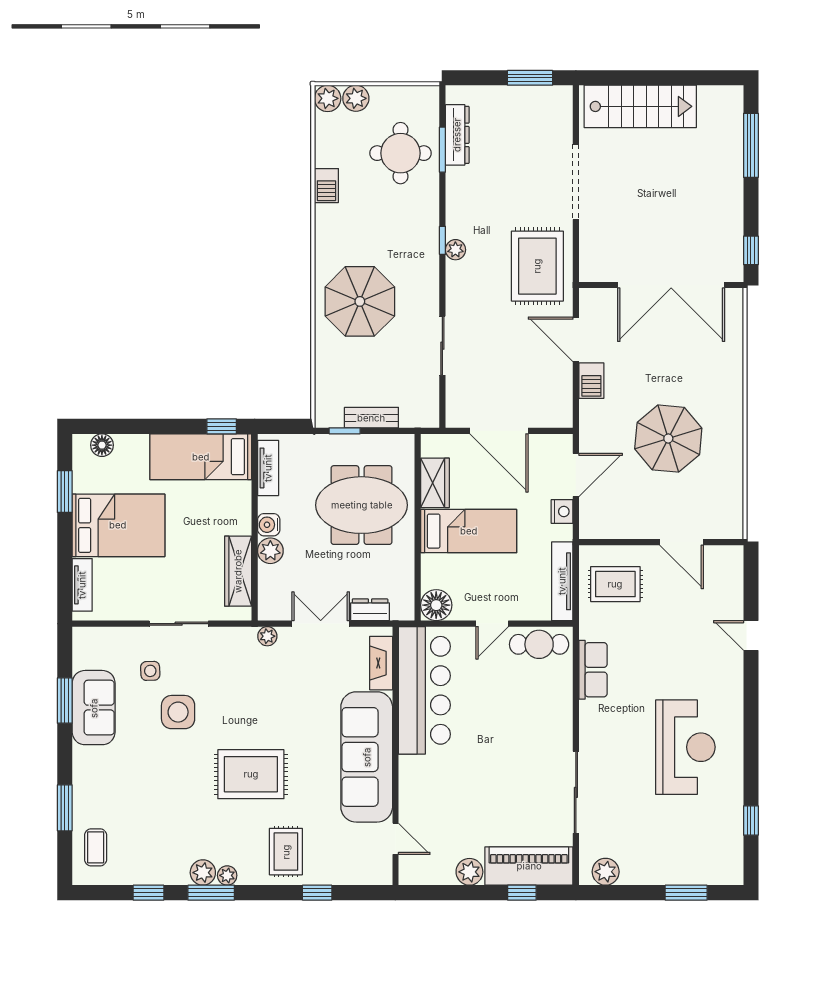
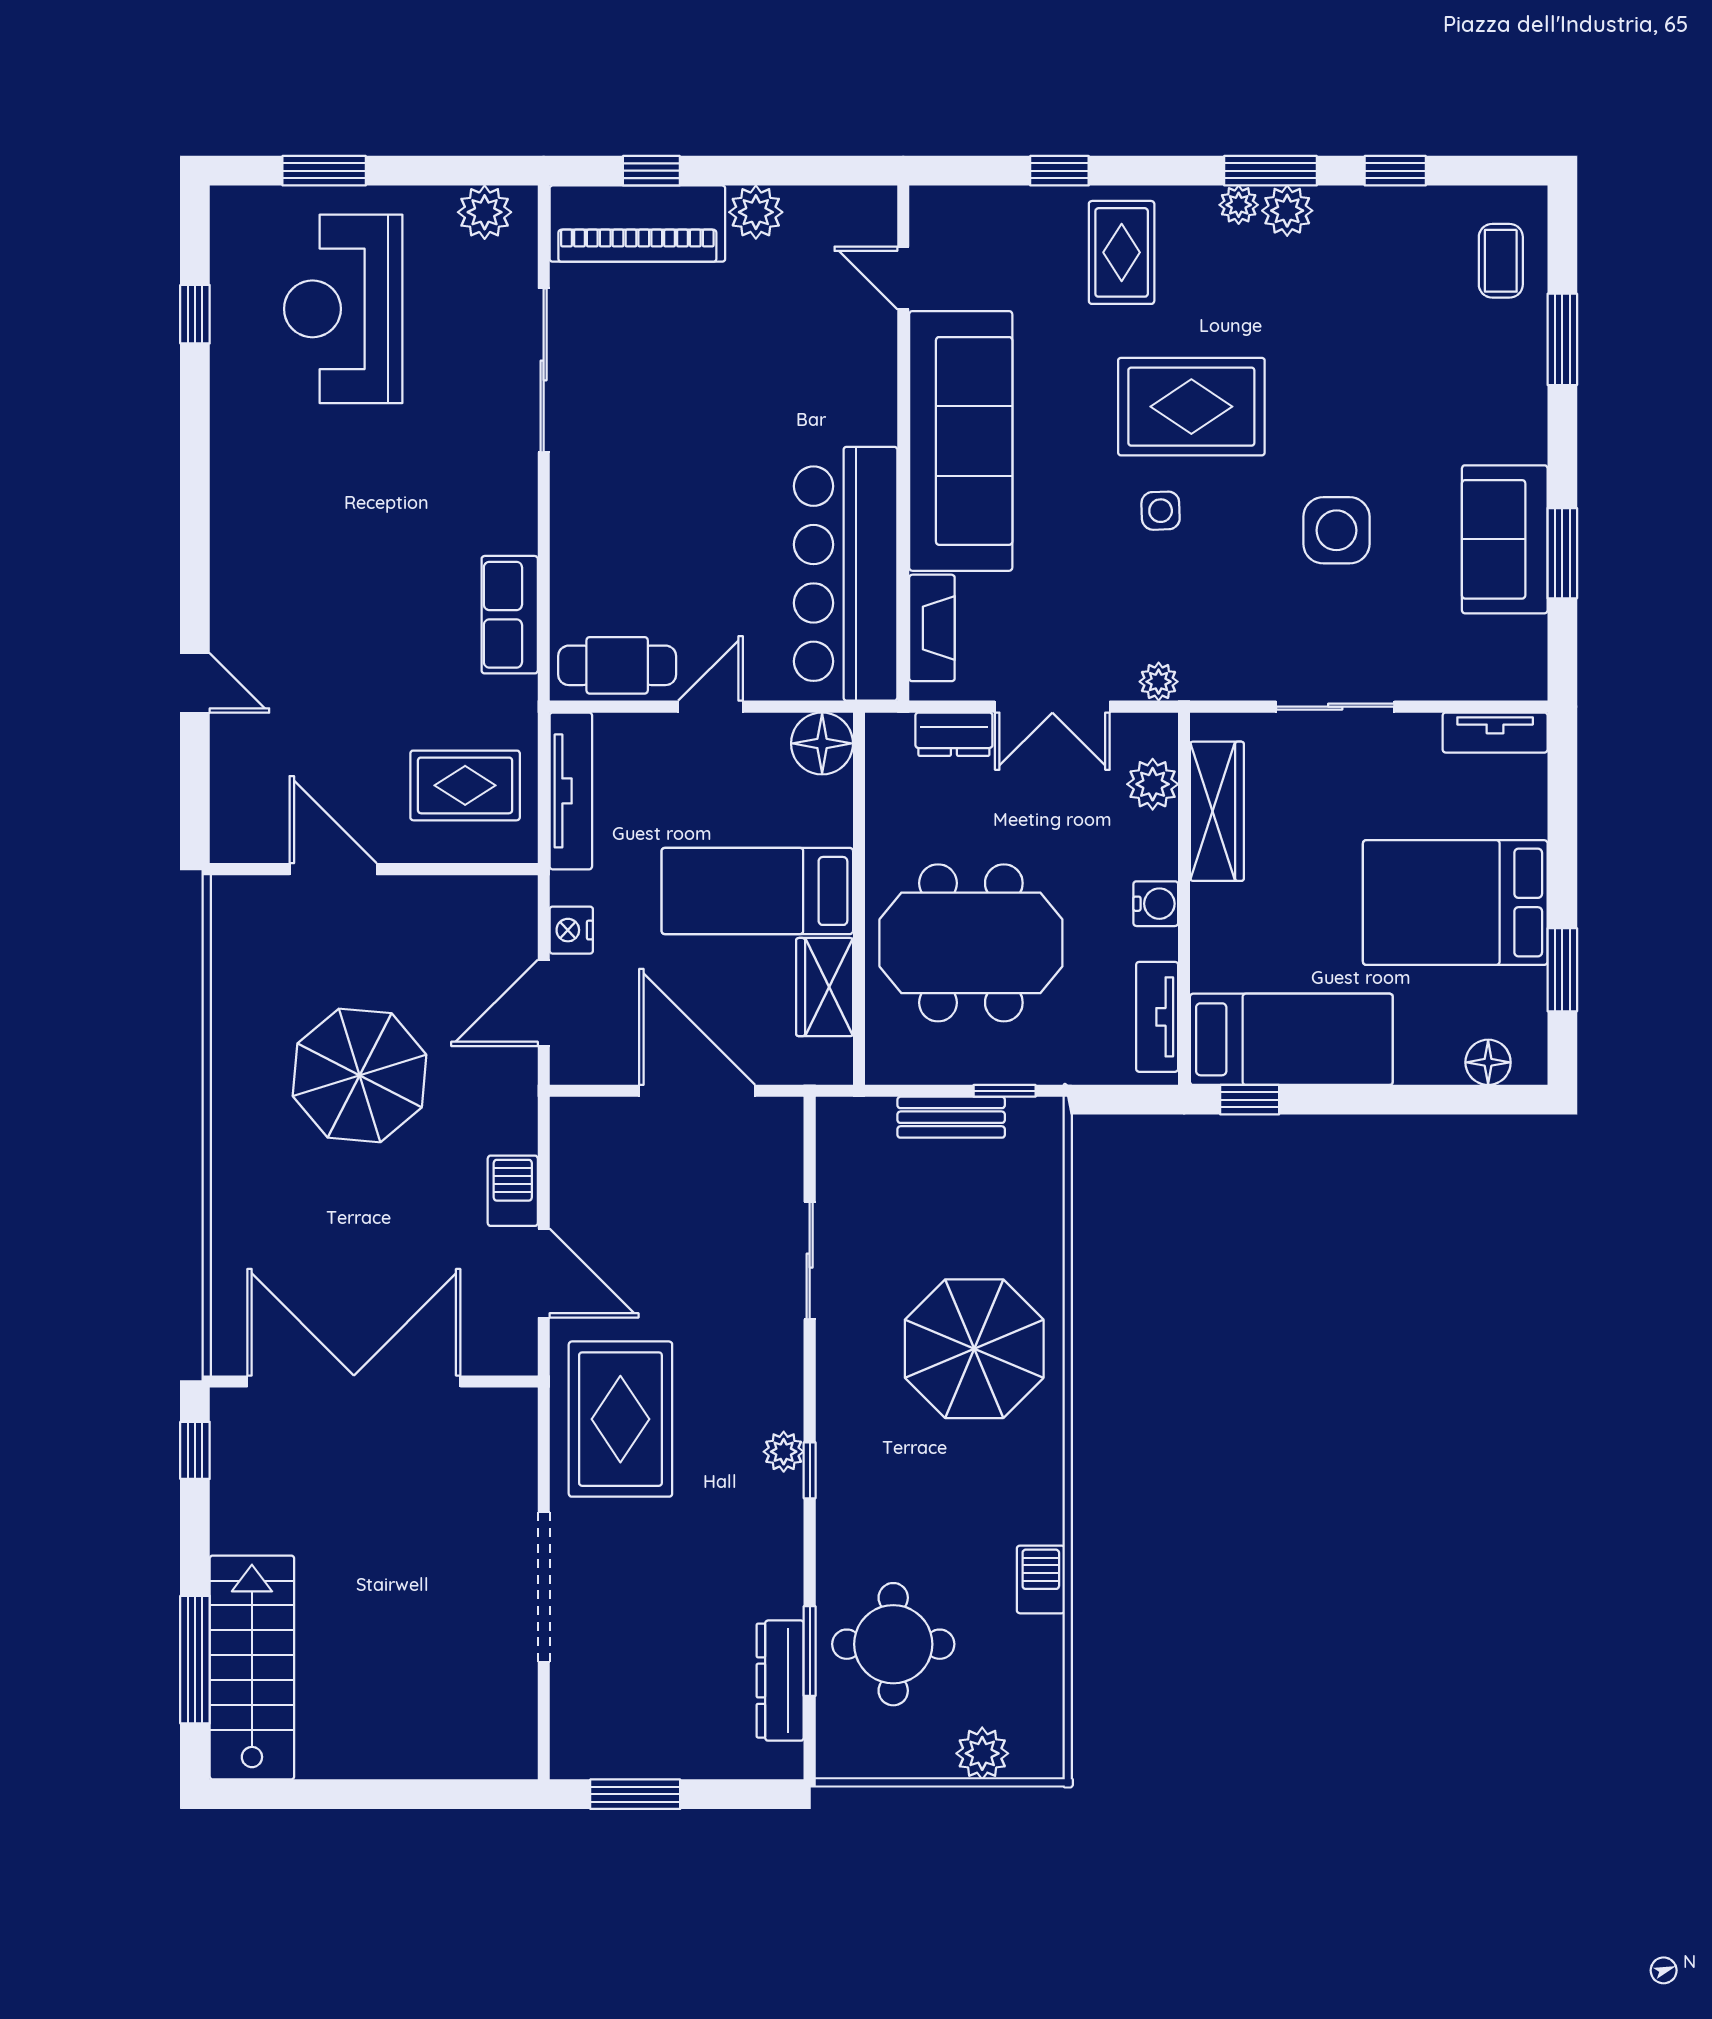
plant: (328, 98) -> (1038, 1753), removed
stairs: (640, 106) -> (252, 1667), moved, turned 90
plant: (270, 551) -> (1153, 784), moved
tv unit: (82, 585) -> (1495, 733), moved, turned -90
side table: (150, 671) -> (1161, 511), moved
reception desk: (685, 747) -> (343, 309), moved

